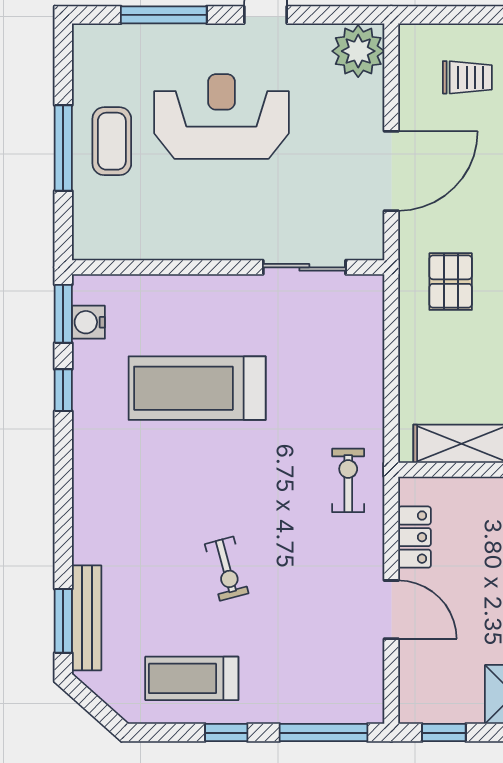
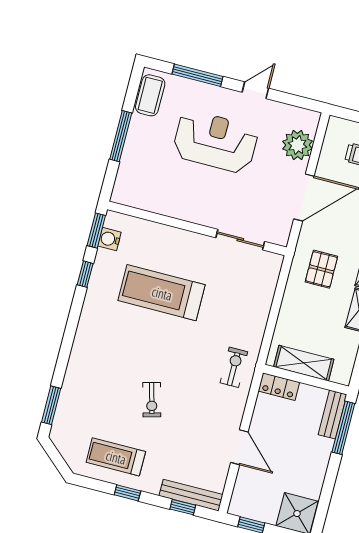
plant: (358, 51) -> (297, 145), moved
coffee table: (112, 141) -> (150, 95), moved
locker: (414, 537) -> (279, 387), moved, turned 90
bench: (87, 618) -> (191, 495), moved, turned 90
window: (323, 733) -> (183, 507), width x0.46

